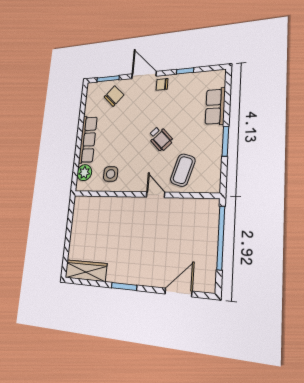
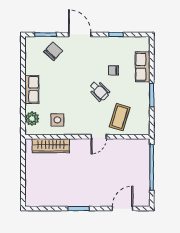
chair: (162, 84) -> (113, 70), moved
row of seats: (88, 140) -> (32, 89), width x0.68
door: (156, 195) -> (99, 137), swing flipped
wardrobe: (86, 271) -> (51, 146), moved, turned 180

